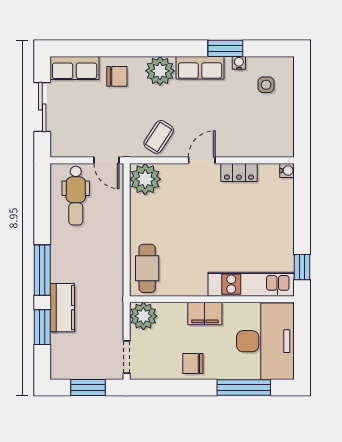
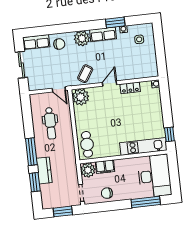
dental chair: (76, 196) -> (50, 123), moved
filing cabinet: (205, 314) -> (105, 167), moved
chair: (193, 363) -> (107, 193), moved

